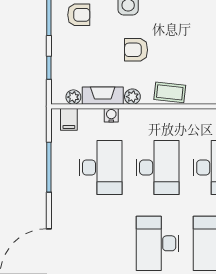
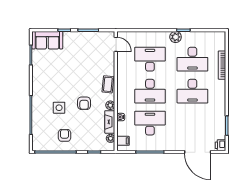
desk: (158, 167) -> (150, 91), turned 180

